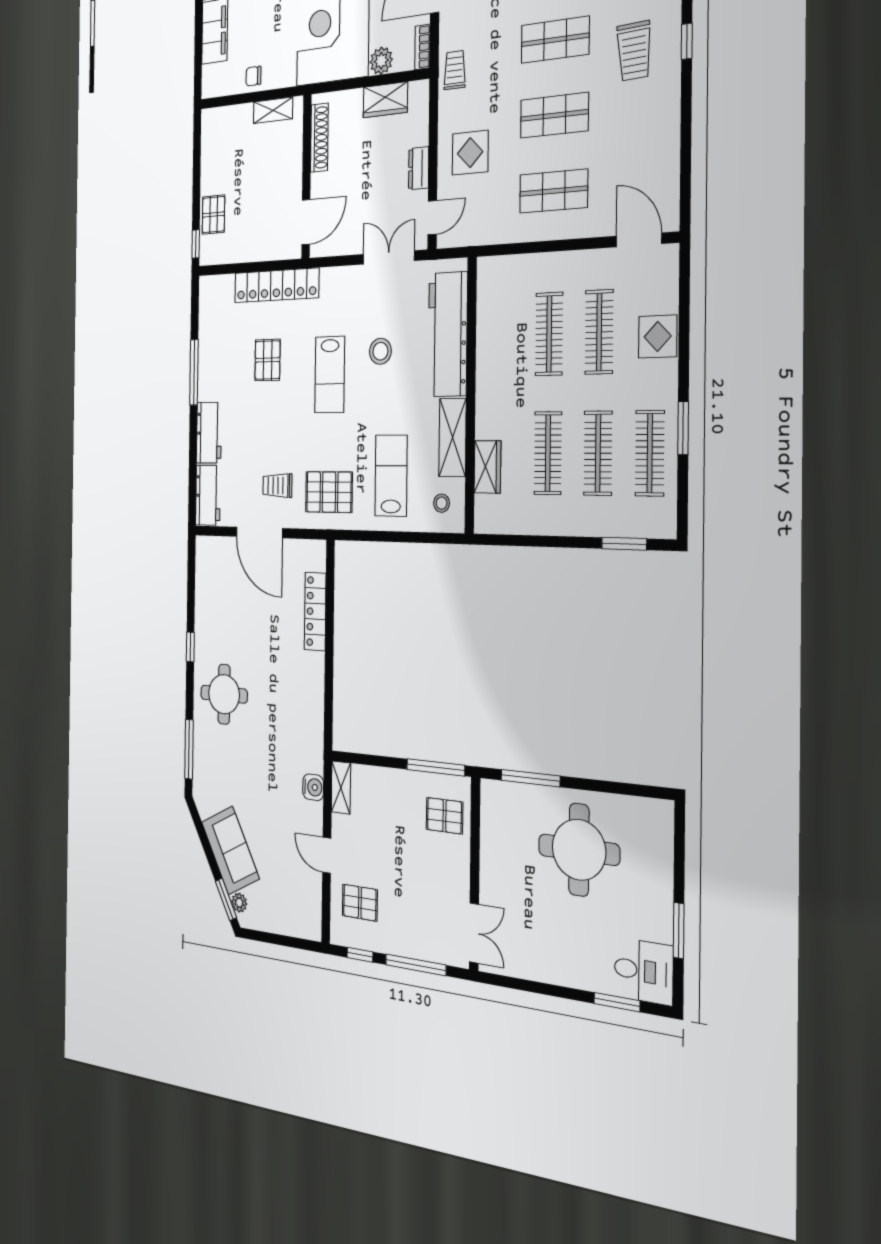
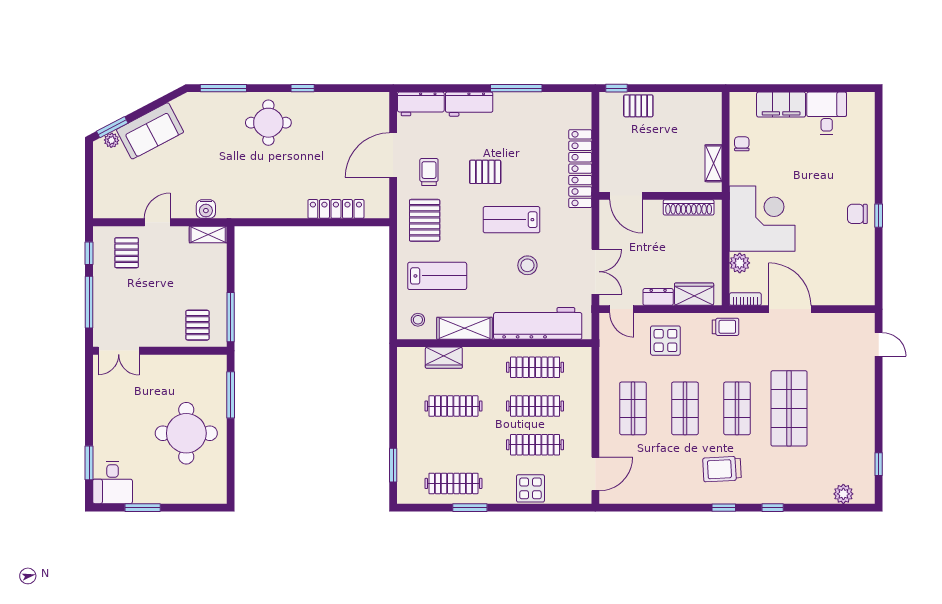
wardrobe: (385, 100) -> (694, 294), moved, turned 90
pallet: (267, 360) -> (485, 172), moved
clothes rail: (598, 453) -> (535, 367), moved

